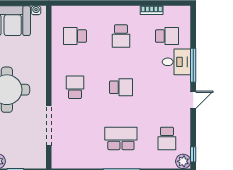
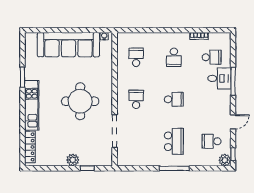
school desk: (75, 36) -> (136, 57), turned 90
door: (193, 100) -> (233, 122), moved
school desk: (121, 138) -> (174, 141), turned 90
school desk: (167, 138) -> (212, 141), turned 90

